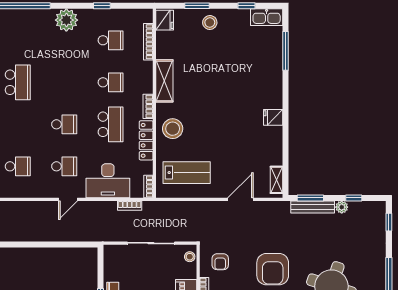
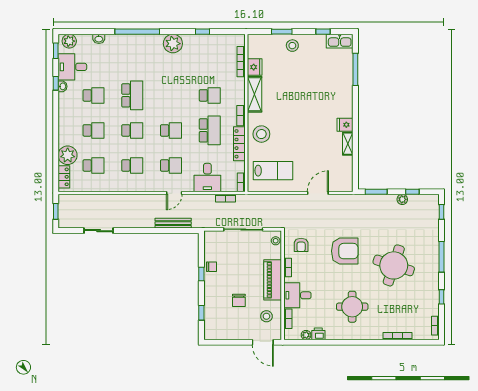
fridge: (165, 20) -> (255, 67), moved
school desk: (111, 40) -> (132, 130), moved
shelving: (276, 180) -> (348, 144), moved
desk: (108, 181) -> (207, 178), width x0.73
bench: (313, 207) -> (173, 223), moved
armchair: (273, 269) -> (345, 251), turned -90

